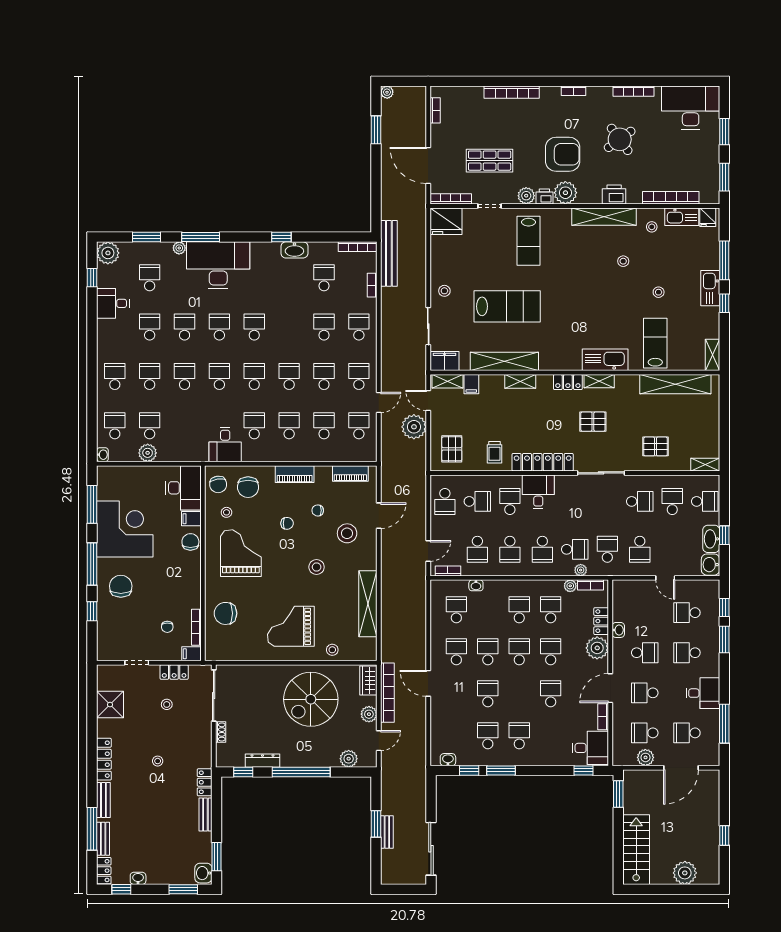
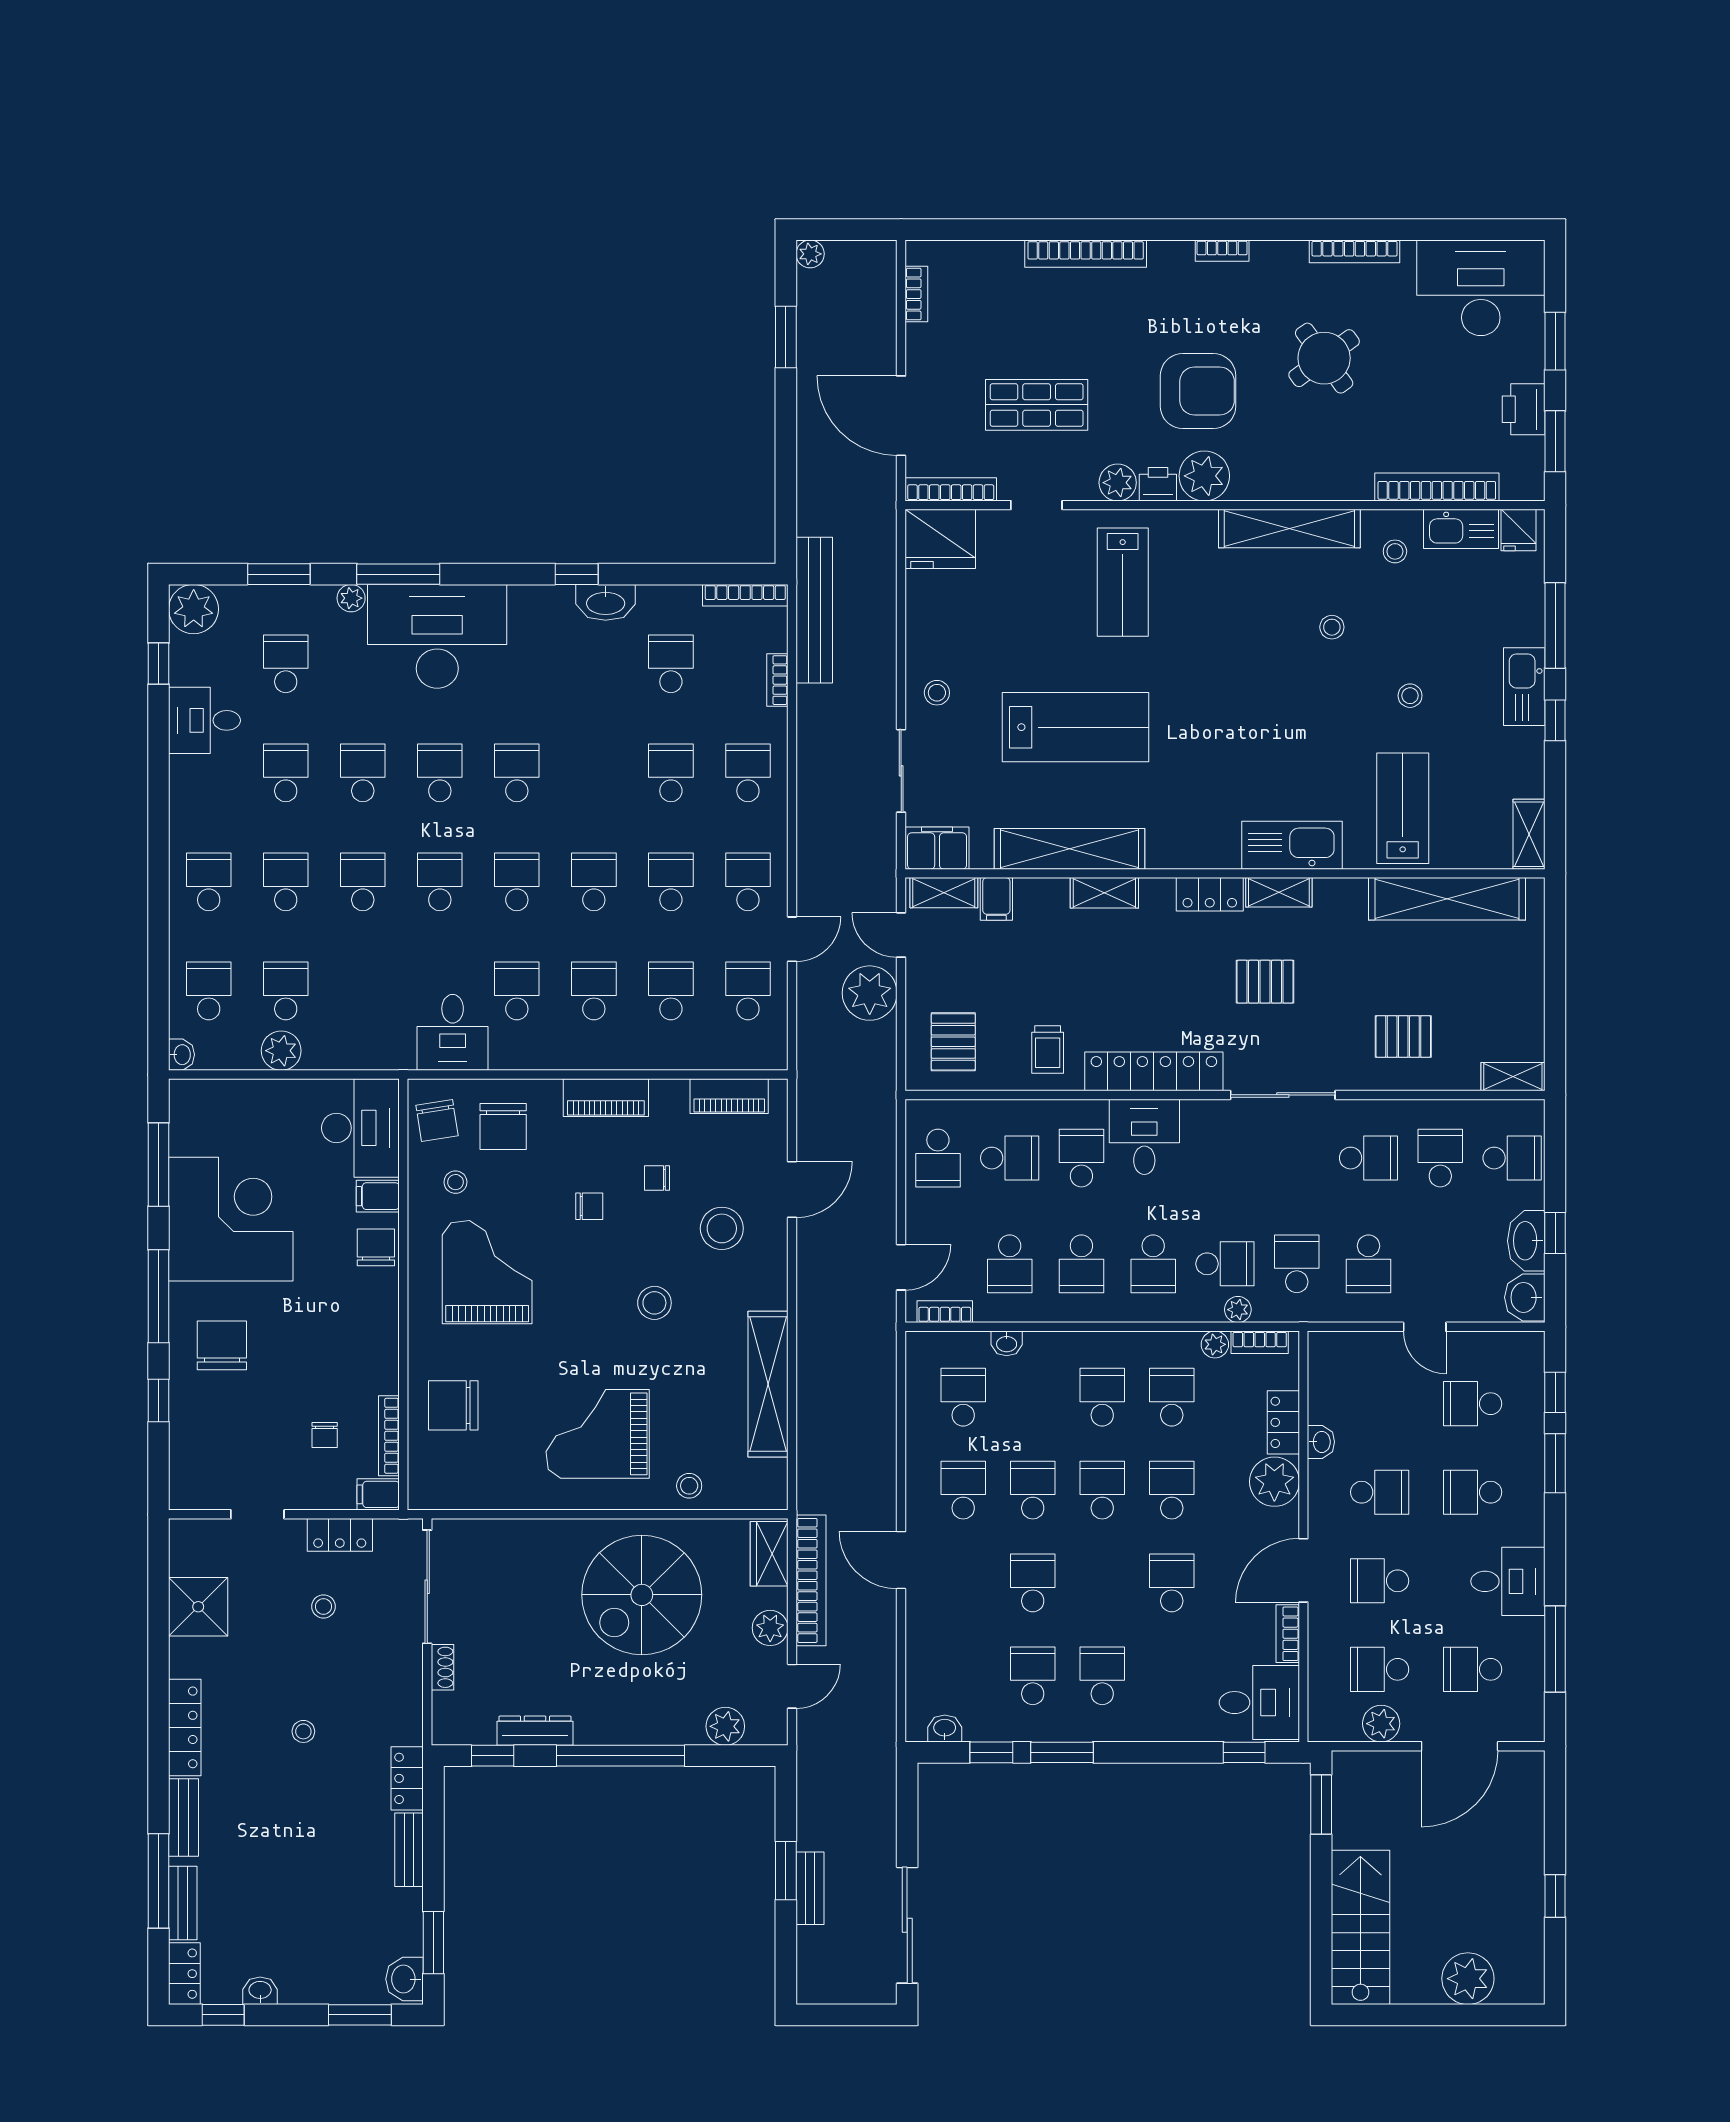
printer: (614, 194) -> (1524, 409), moved, turned -90

